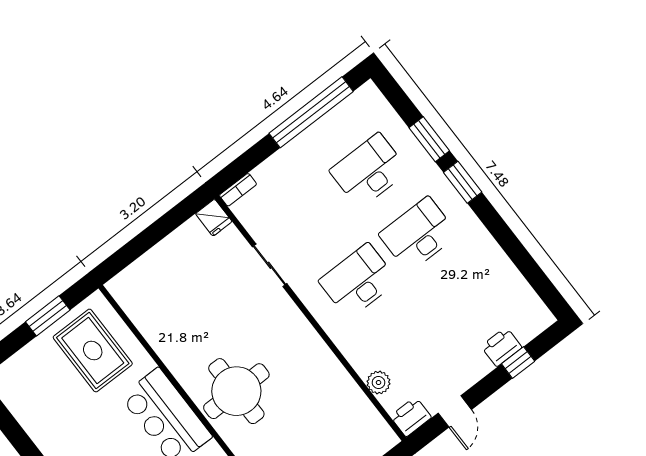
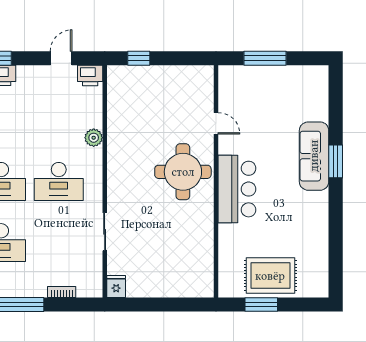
bookcase: (238, 190) -> (62, 292), moved
rug: (93, 350) -> (270, 276), moved, turned 90
plant: (379, 383) -> (94, 138), moved

